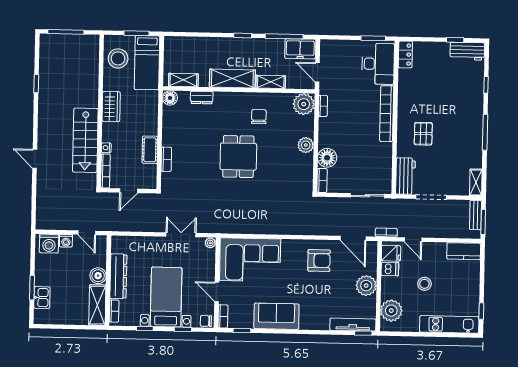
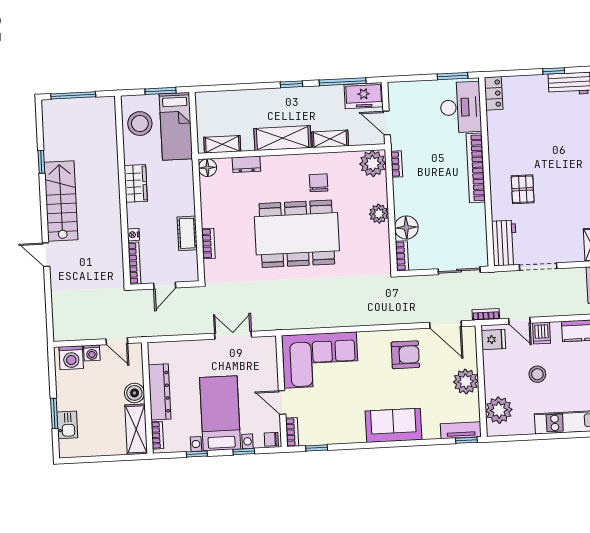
stairs: (85, 140) -> (61, 201), moved, turned 180
dining table: (238, 157) -> (297, 234), width x1.88, depth x1.24
plant: (210, 243) -> (270, 343), removed
dishwasher: (390, 269) -> (541, 333), moved, turned 90
sofa: (276, 316) -> (394, 425), moved
tv unit: (353, 325) -> (461, 430), width x0.71

